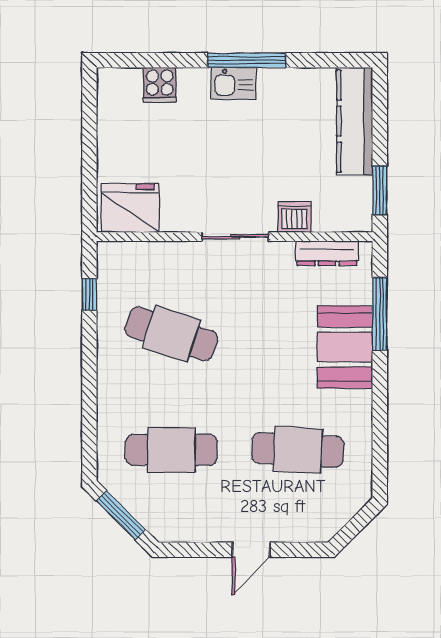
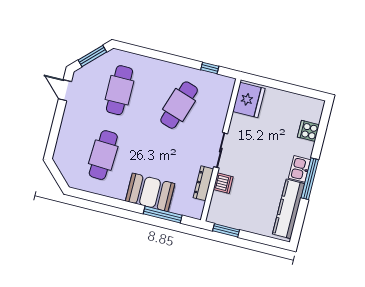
kitchen counter: (355, 121) -> (289, 209), moved, turned -90
dresser: (327, 253) -> (203, 183), moved
door: (251, 550) -> (65, 90), moved

